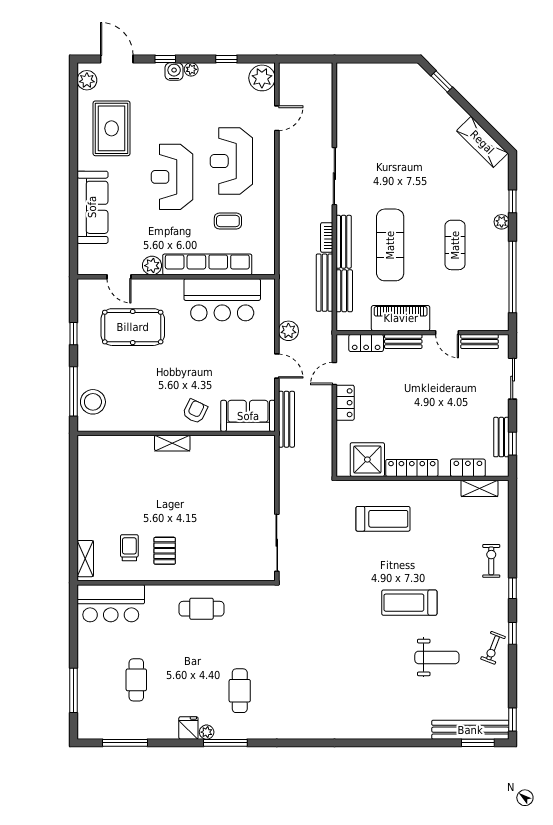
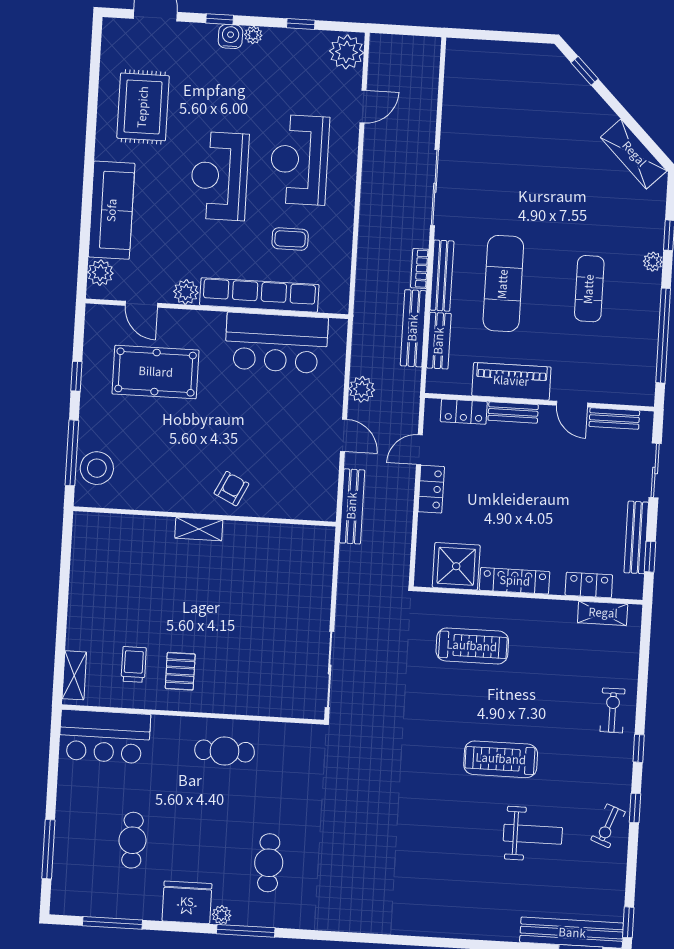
plant: (87, 80) -> (100, 273), moved
sofa: (248, 416) -> (301, 499), removed
bench: (501, 437) -> (636, 537), width x1.36
fridge: (188, 728) -> (187, 902), width x1.88, depth x1.34

